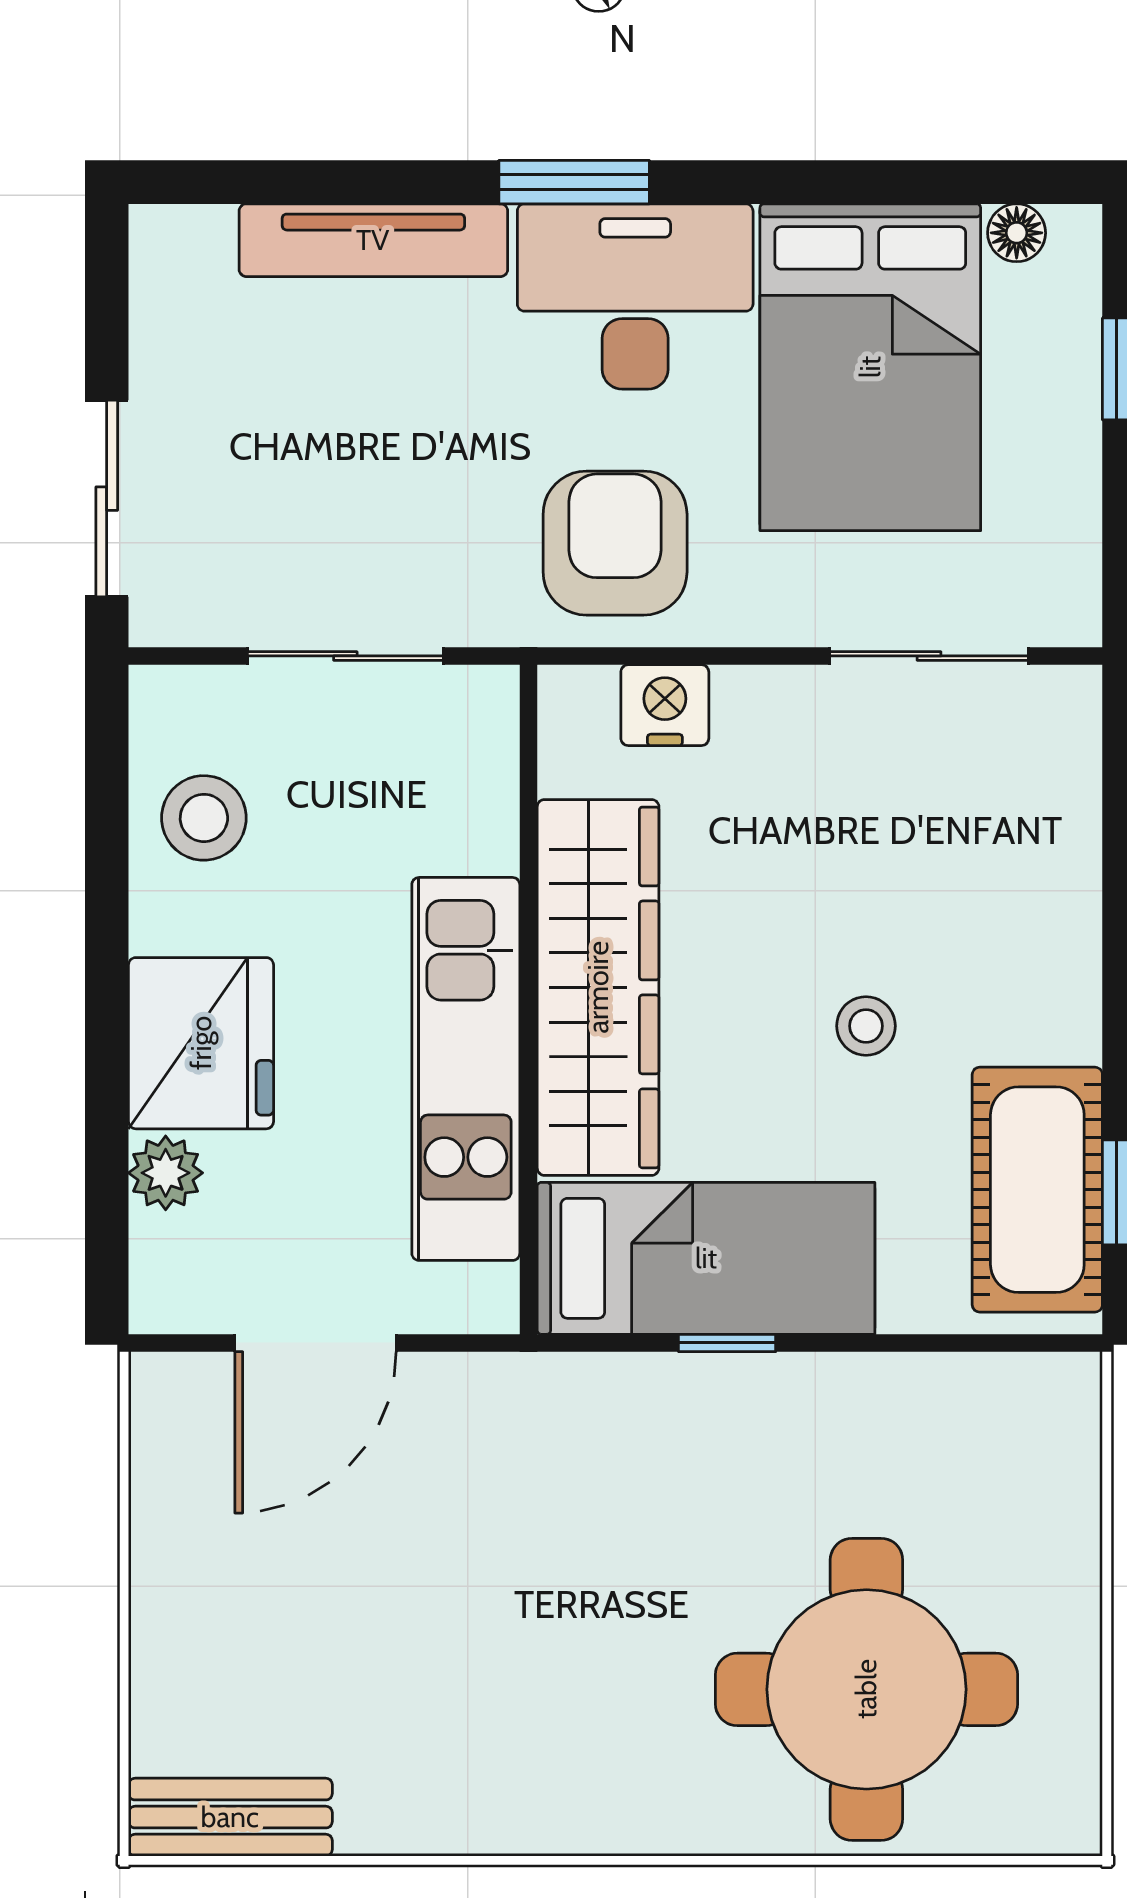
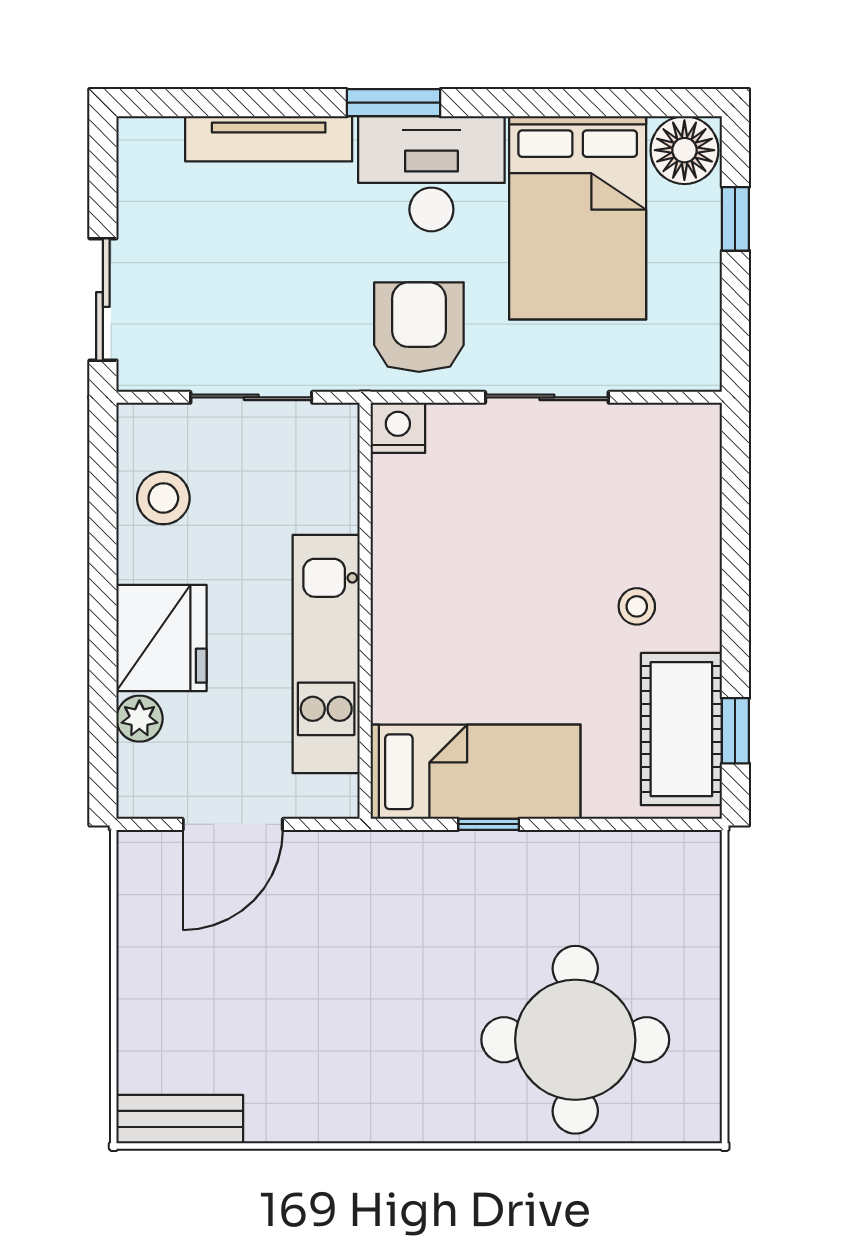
floor lamp: (1017, 233) -> (684, 150), width x1.89, depth x1.89
sliding door: (929, 656) -> (547, 397), moved
nightstand: (665, 705) -> (398, 428), moved
wardrobe: (598, 987) -> (408, 603), removed
stool: (866, 1026) -> (637, 606), moved

